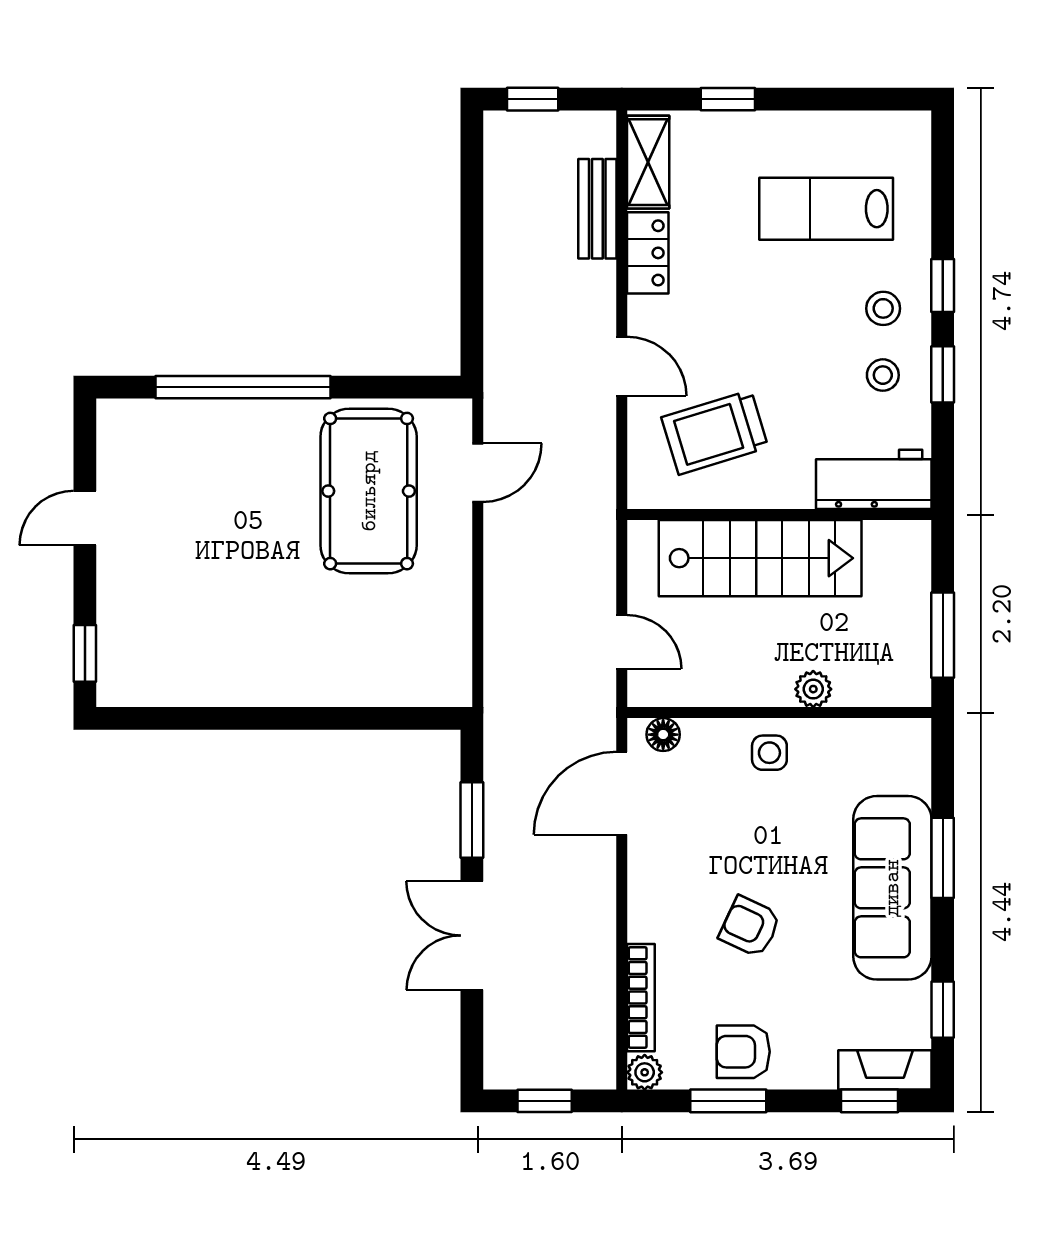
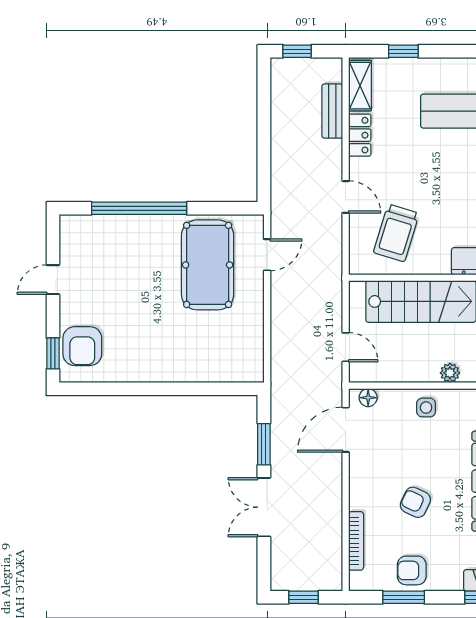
trolley: (715, 432) -> (396, 233), turned -56
armchair: (139, 640) -> (82, 346), added
plant: (645, 1072) -> (358, 582), removed

